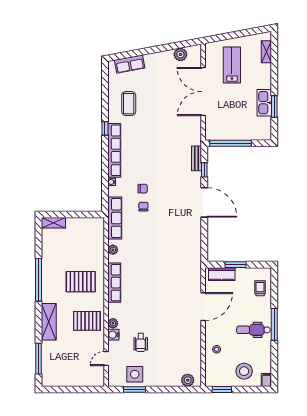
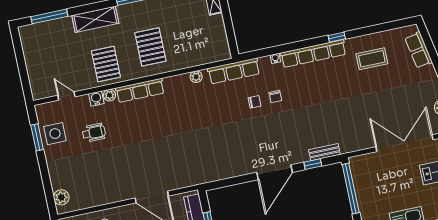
row of seats: (114, 283) -> (140, 90), moved
wheelchair: (141, 343) -> (94, 133), turned 180

